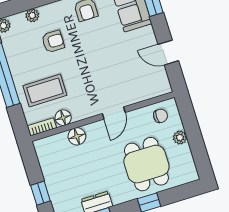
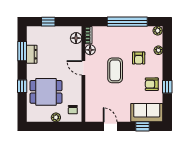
door: (168, 53) -> (110, 126), hinge flipped
coffee table: (45, 91) -> (115, 70), moved
door: (114, 113) -> (83, 68), moved
floor lamp: (77, 136) -> (76, 38), moved

